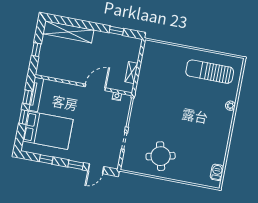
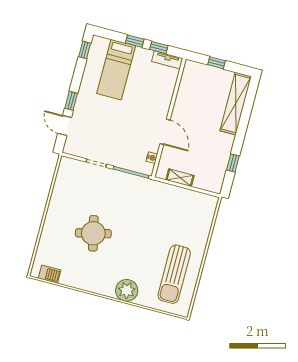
sun lounger: (210, 72) -> (174, 274), turned 180
tv unit: (36, 94) -> (167, 60), width x0.71
plant: (230, 106) -> (127, 290), width x1.87, depth x1.87
bed: (48, 130) -> (116, 70), width x0.67
round table: (161, 156) -> (93, 233), moved
window: (46, 159) -> (85, 50), moved

